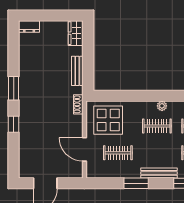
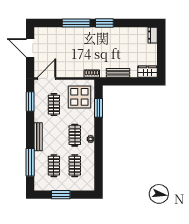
window: (122, 96) -> (99, 108), added
window: (14, 124) -> (76, 23), width x2.17
door: (84, 149) -> (47, 78), moved
window: (136, 183) -> (30, 102), moved

